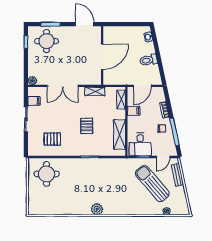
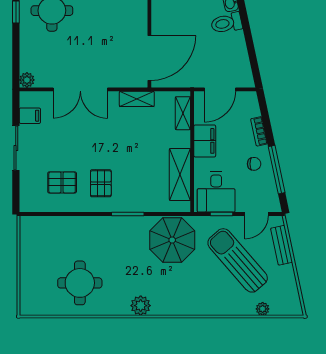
door: (102, 57) -> (149, 58), moved
toilet: (148, 60) -> (226, 23), moved
filing cabinet: (134, 111) -> (205, 141), width x2.00
pallet: (87, 126) -> (101, 183), moved
parasol: (115, 172) -> (172, 240), added
round table: (47, 174) -> (80, 283), moved

